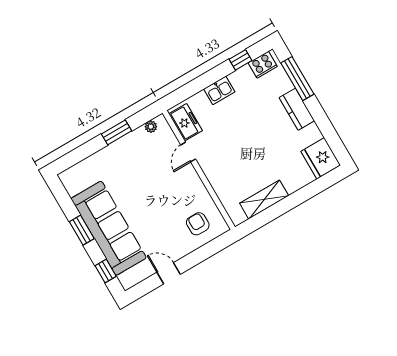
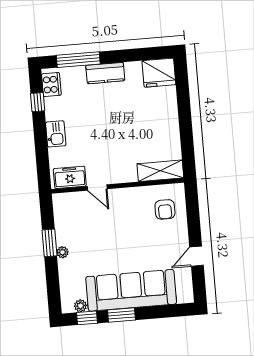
plant: (151, 127) -> (62, 252), moved
plant: (72, 188) -> (80, 306), added
shelving: (264, 199) -> (160, 171), moved, turned 90
armchair: (198, 224) -> (165, 209), turned -90
window: (106, 271) -> (87, 318), moved

